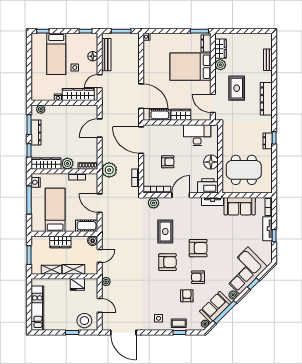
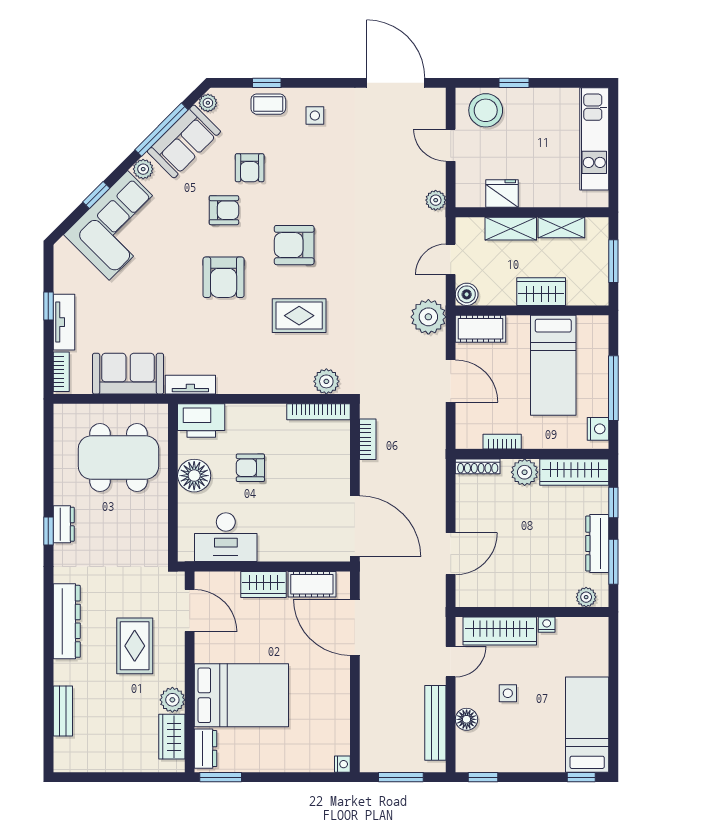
bed: (56, 54) -> (587, 725), moved
armchair: (168, 162) -> (250, 468), moved
plant: (109, 170) -> (428, 317), moved
door: (181, 195) -> (264, 399), removed
rug: (165, 231) -> (299, 316), turned 90
armchair: (198, 248) -> (224, 277), turned -90

